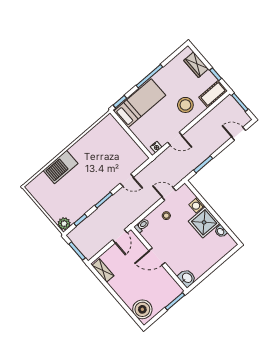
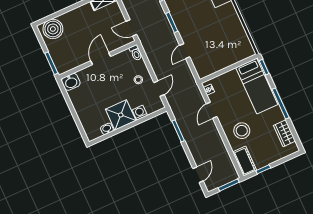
wardrobe: (196, 65) -> (285, 133), moved, turned -90

